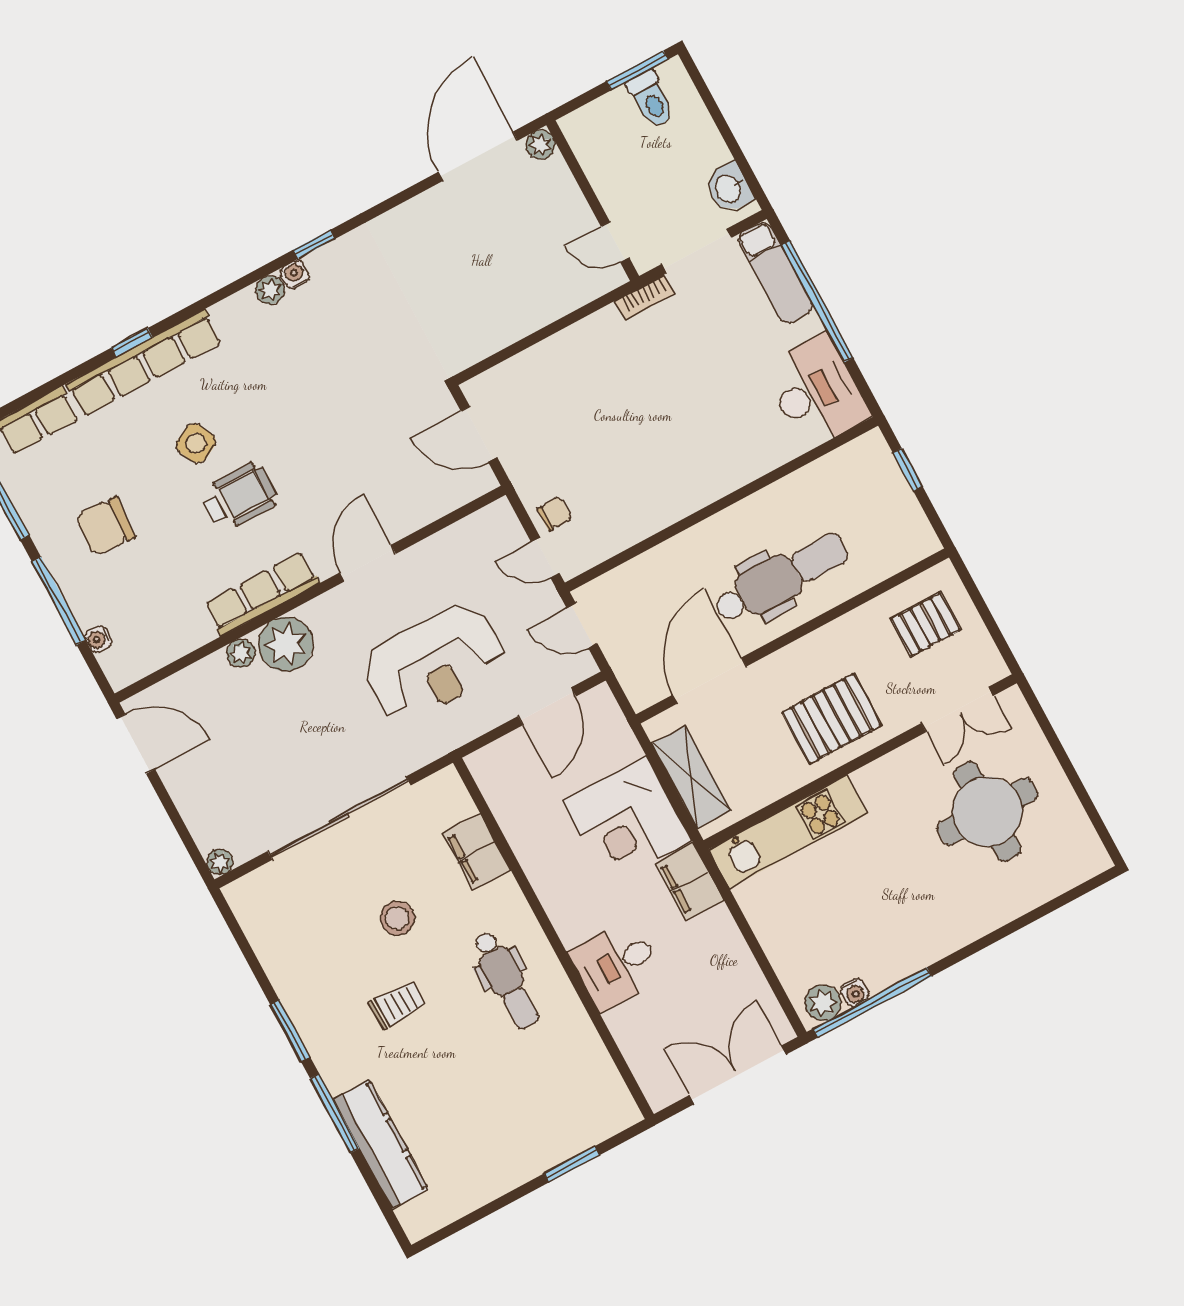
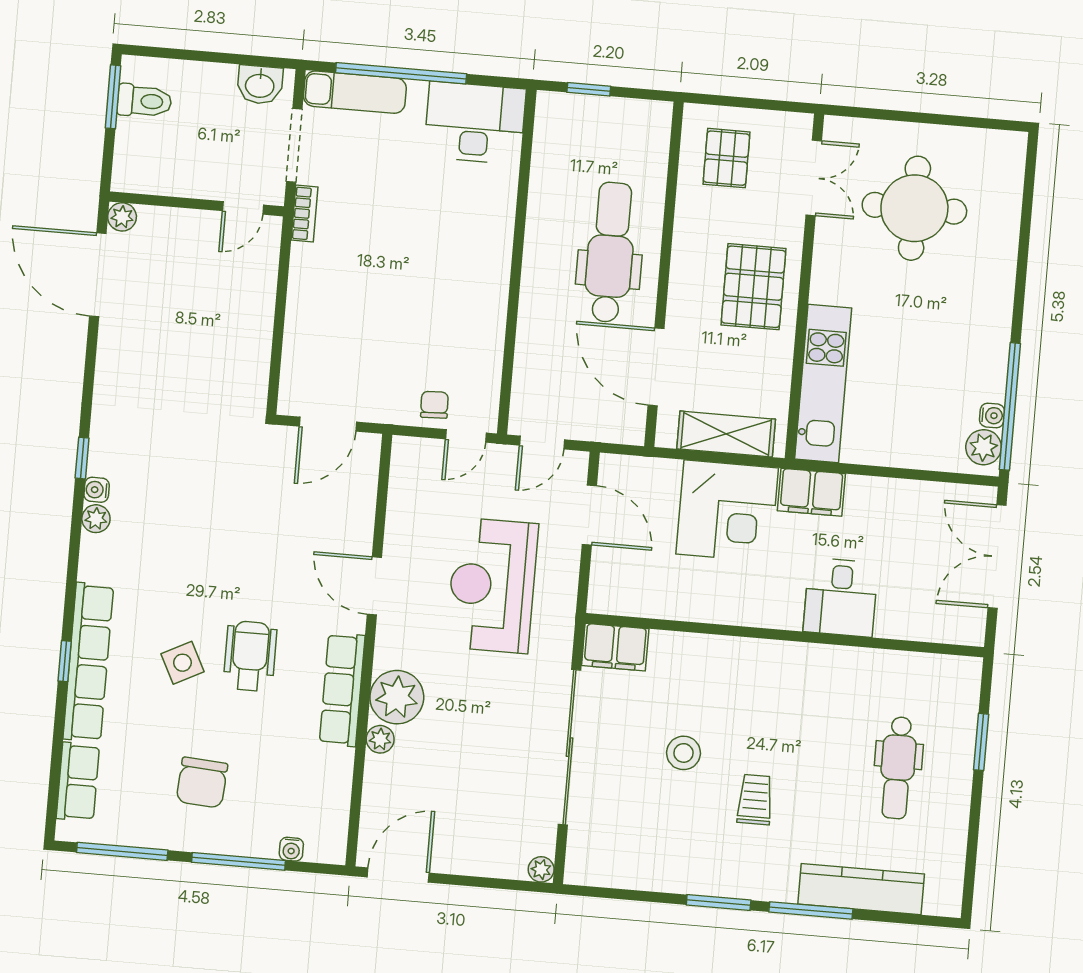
reception desk: (433, 663) -> (492, 585), turned 180
filing cabinet: (477, 852) -> (615, 647), moved
dental chair: (506, 980) -> (898, 768), moved, turned 90

